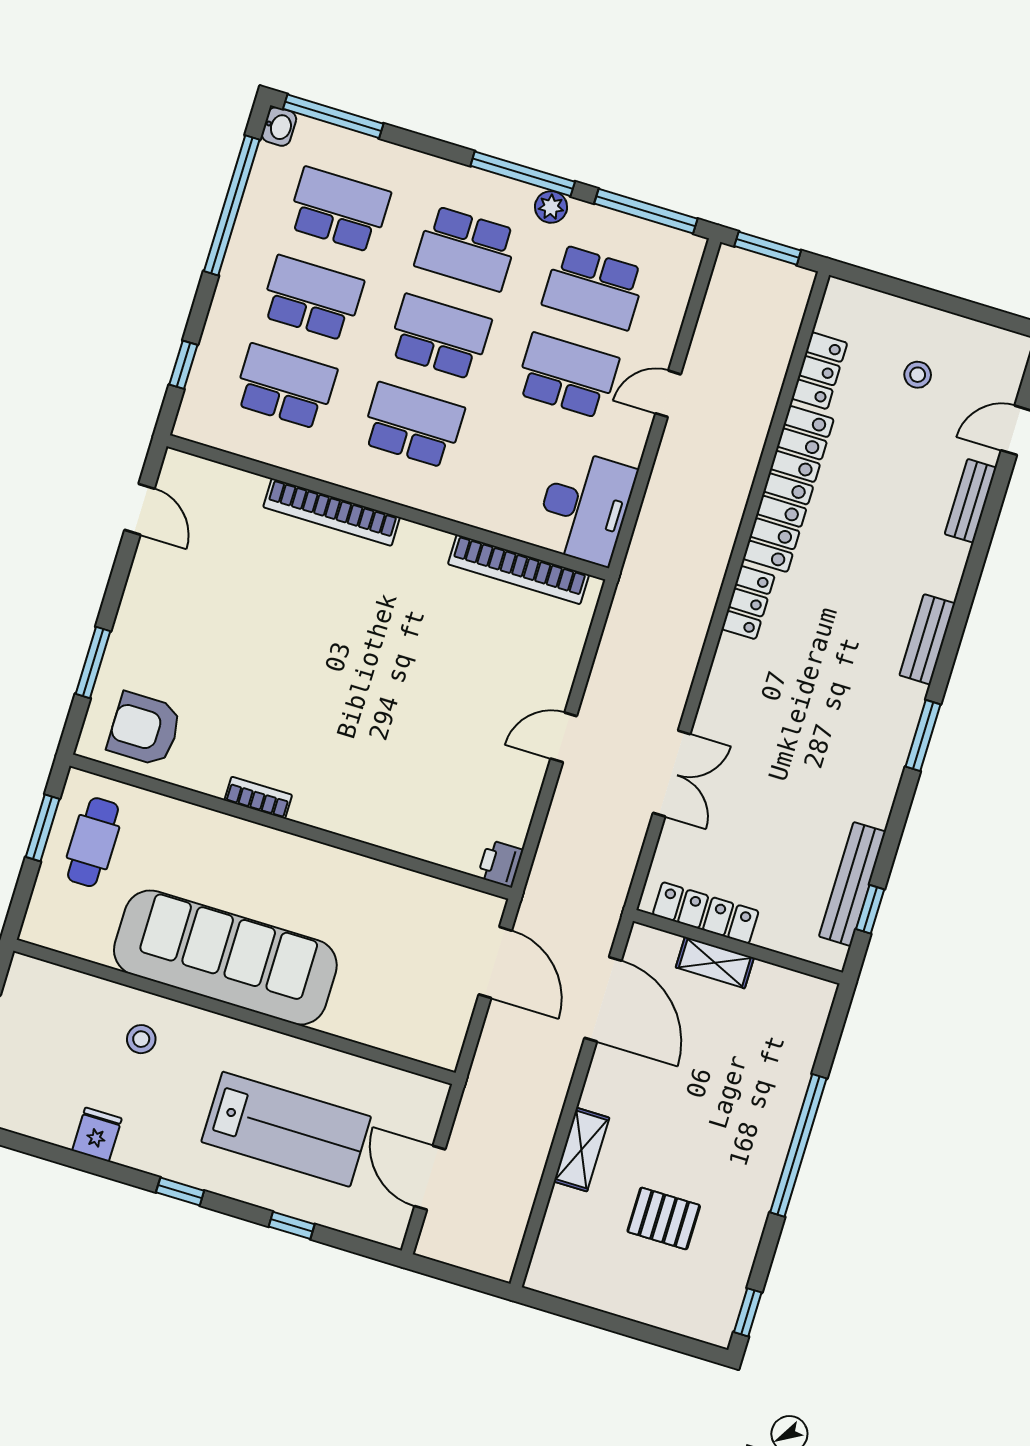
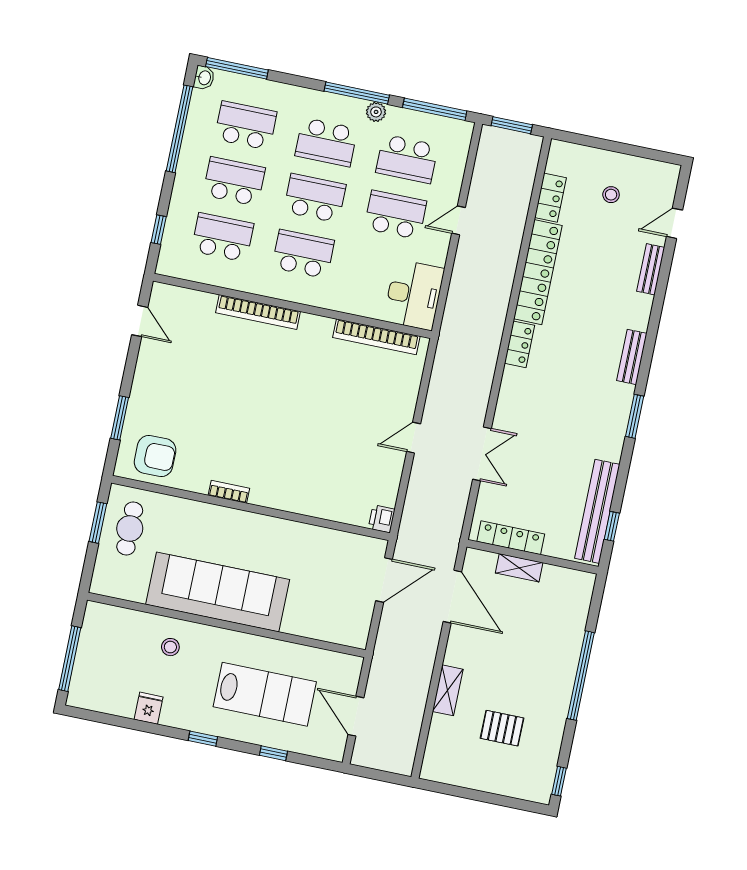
armchair: (144, 729) -> (155, 456), turned 180
bench: (852, 884) -> (597, 511), width x1.37, depth x1.21
door: (495, 962) -> (384, 580), hinge flipped

